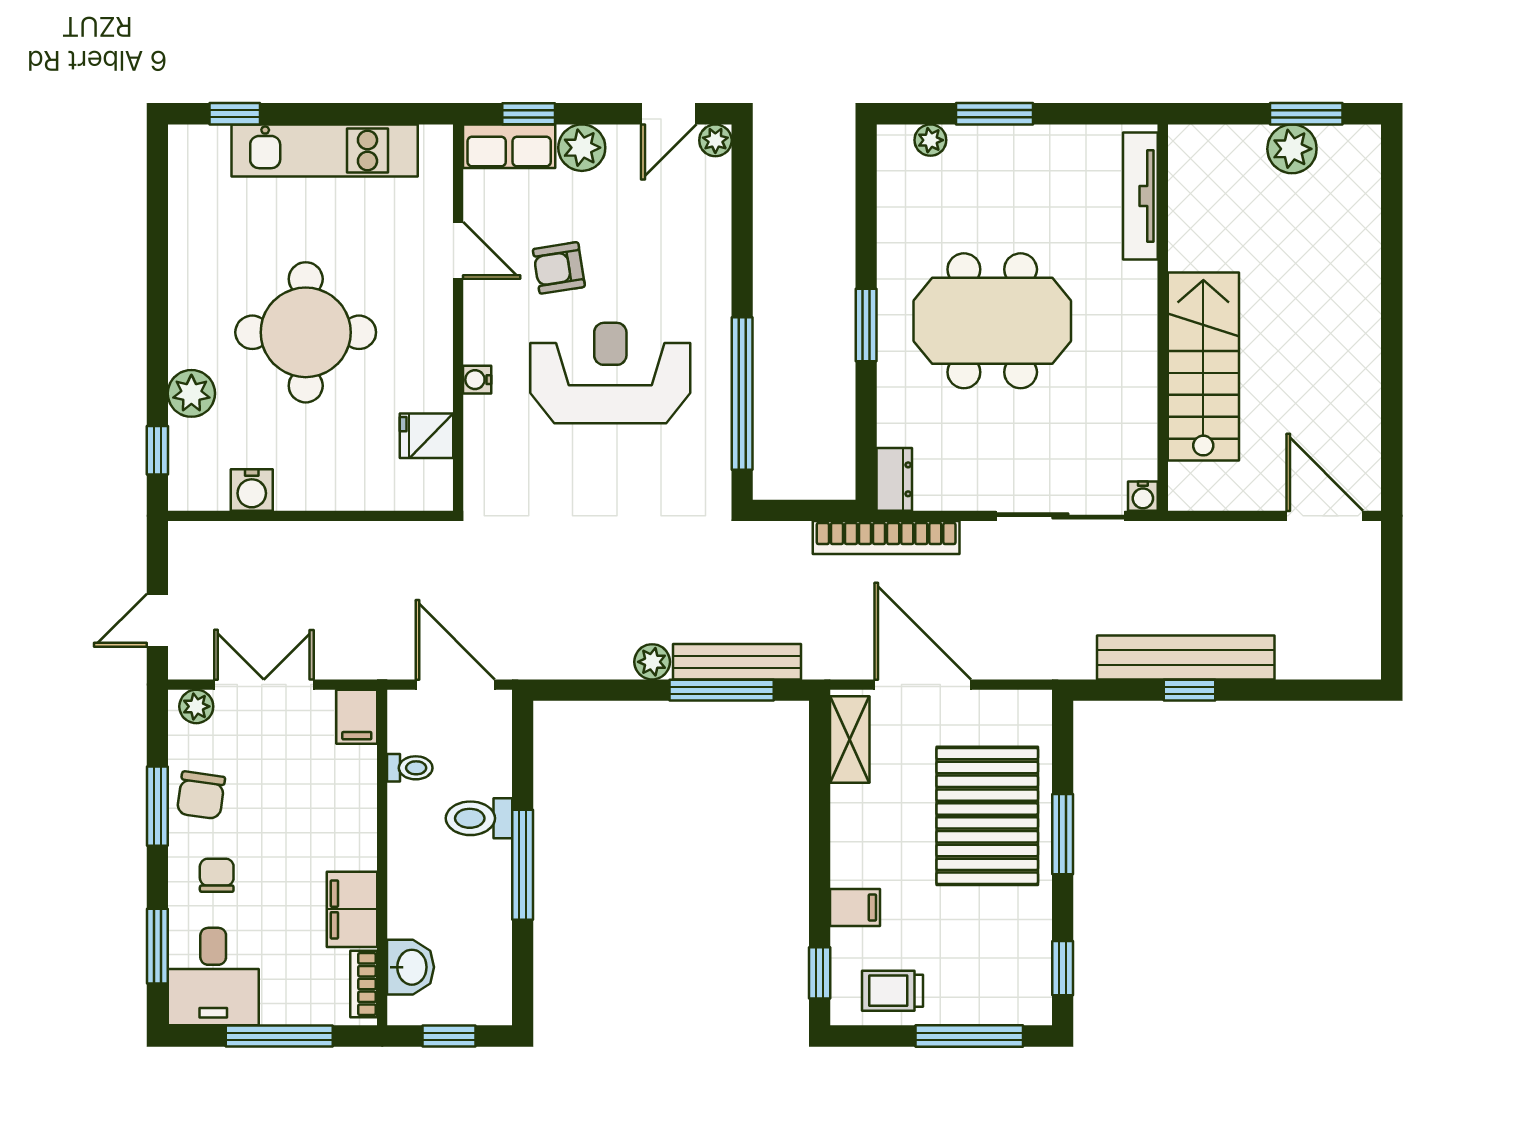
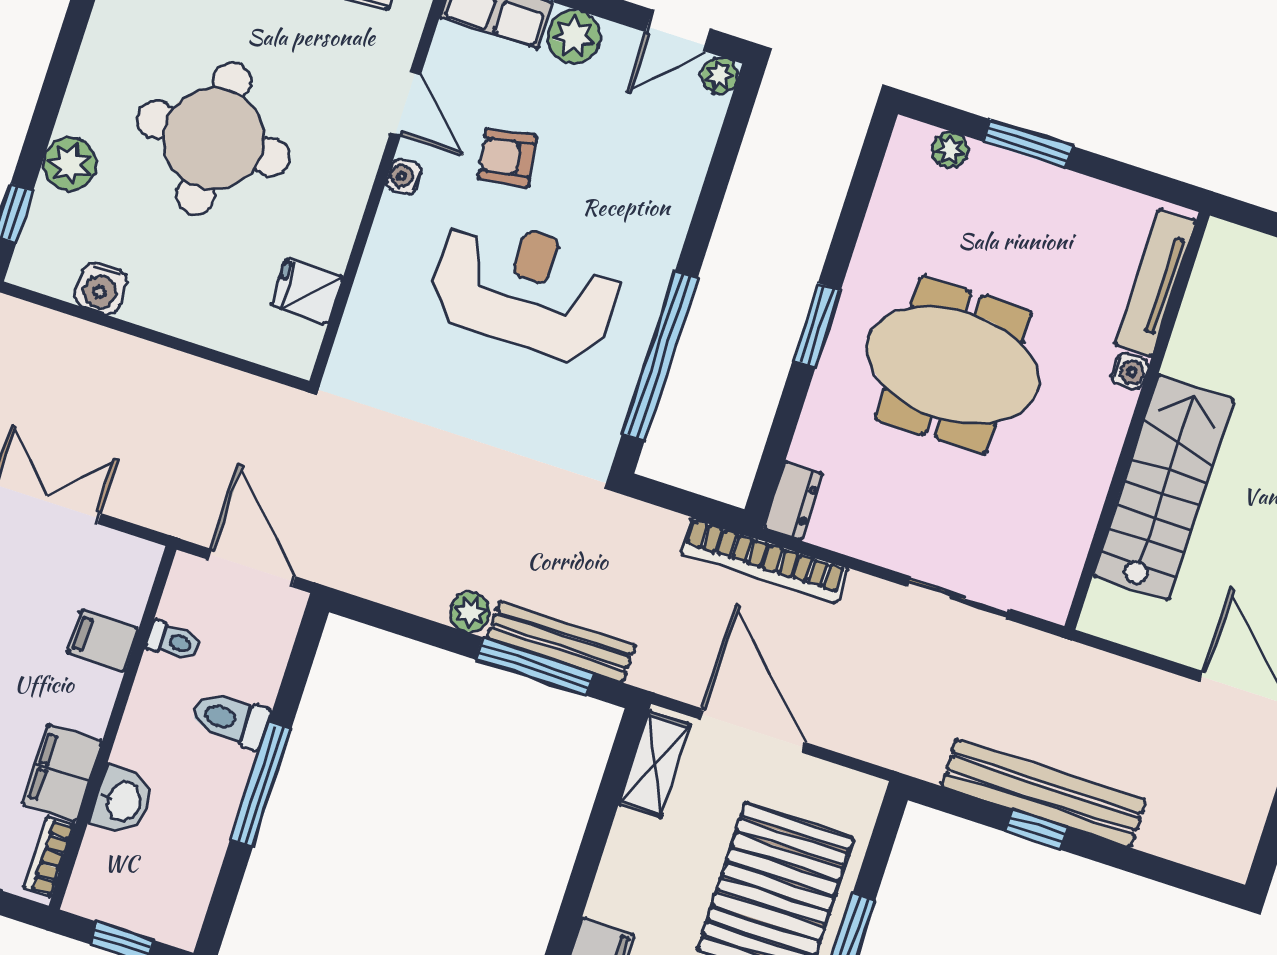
water cooler: (477, 380) -> (404, 177), moved
water cooler: (1143, 496) -> (1130, 371), moved, turned -90
sliding door: (1060, 516) -> (958, 598), width x0.73
filing cabinet: (357, 717) -> (103, 641), moved, turned 90
washbasin: (411, 967) -> (122, 801), moved

